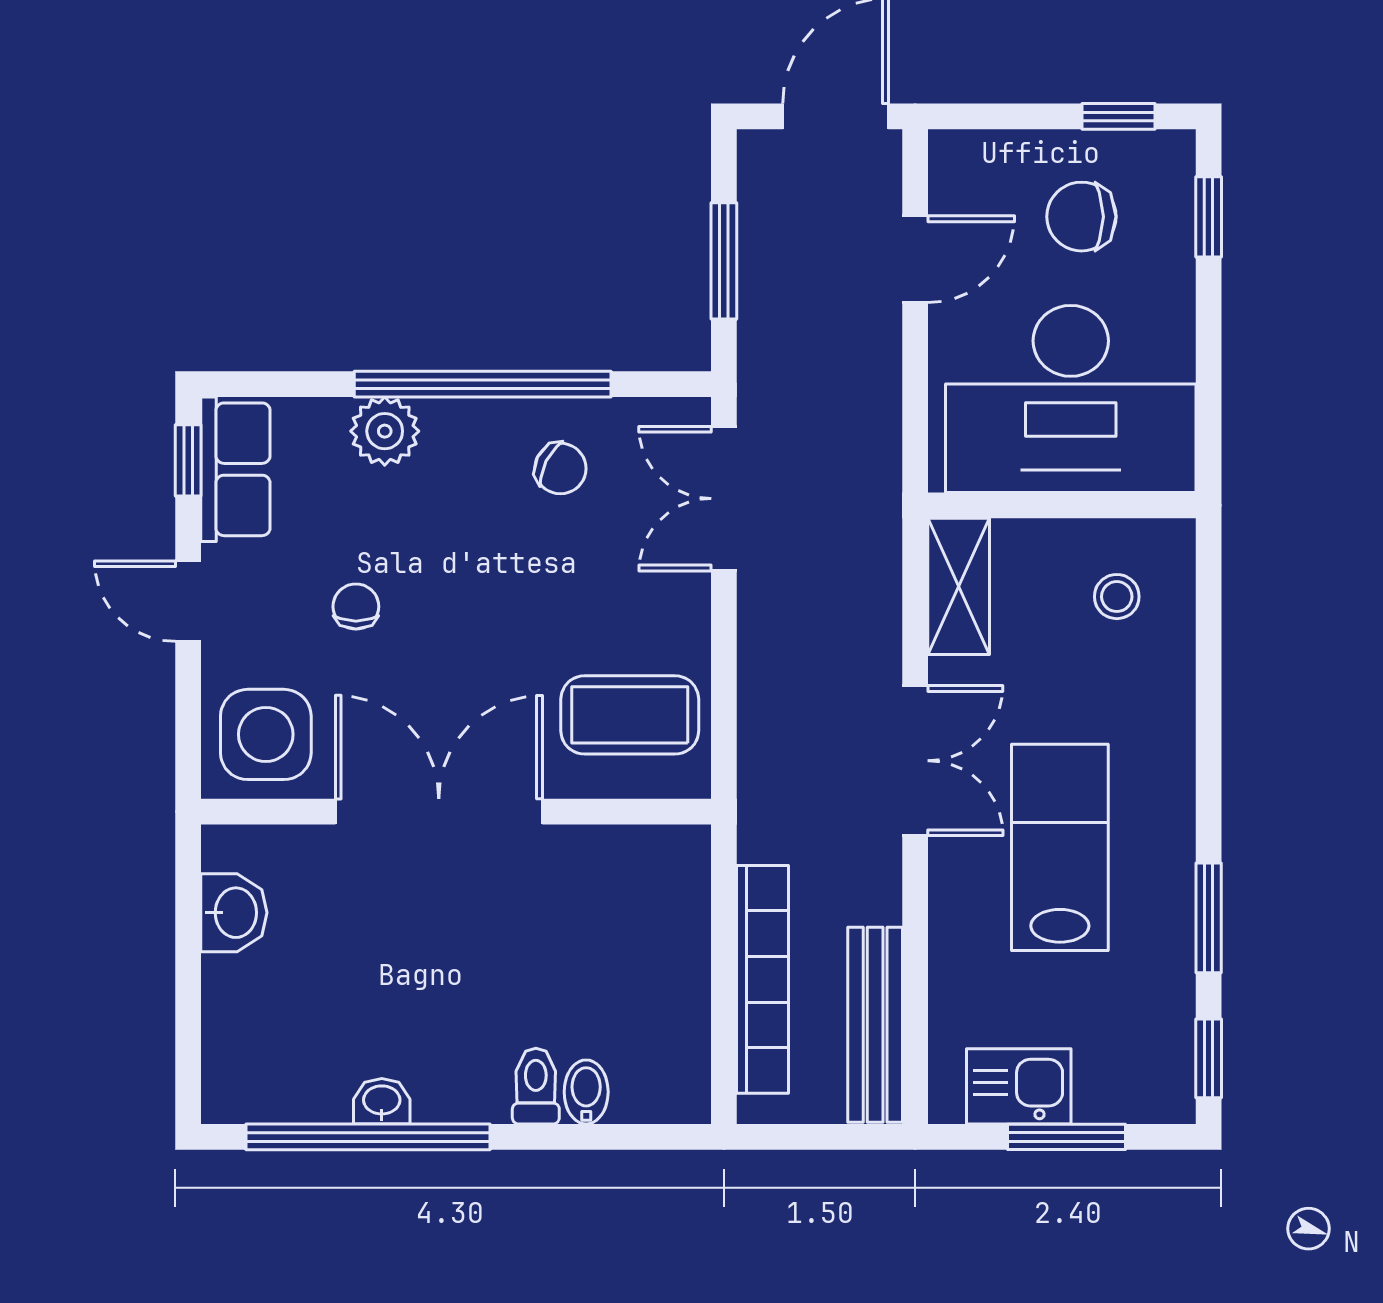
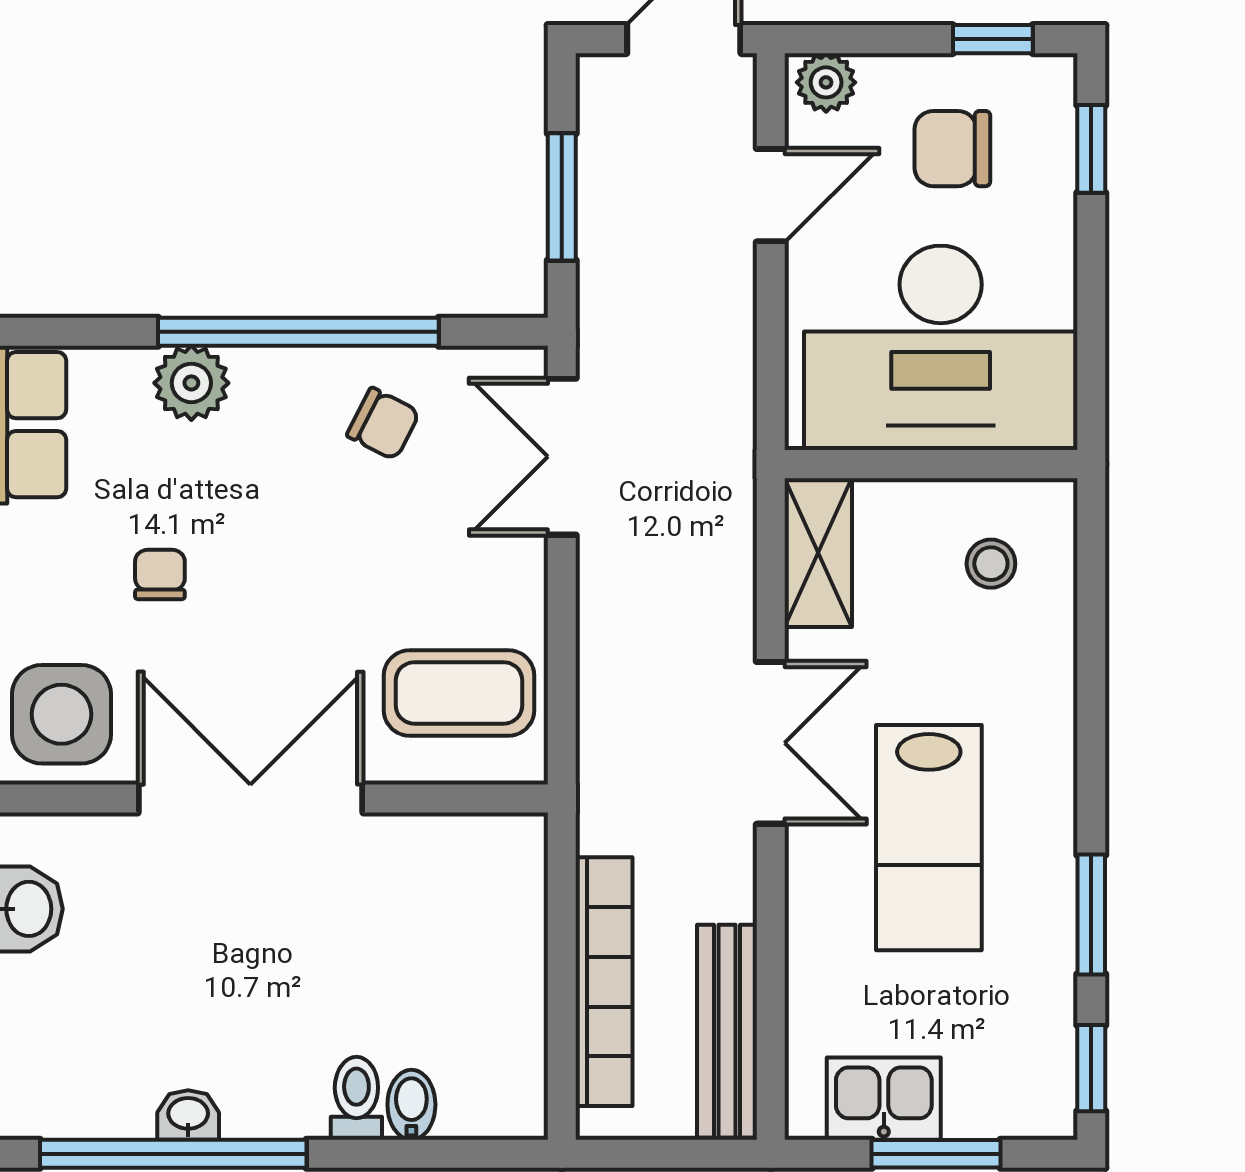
plant: (966, 156) -> (826, 82), added
lab bench: (1060, 847) -> (929, 838), turned 180

